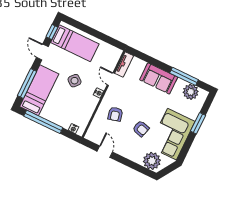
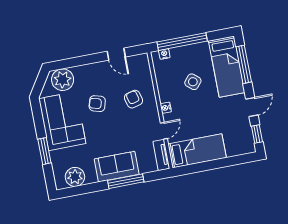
bed: (75, 43) -> (197, 151), moved, turned 180
door: (42, 52) -> (252, 107), hinge flipped
window: (184, 76) -> (126, 181), moved
door: (111, 79) -> (164, 131), hinge flipped
side table: (75, 81) -> (193, 82), moved
window: (43, 122) -> (182, 42), moved

